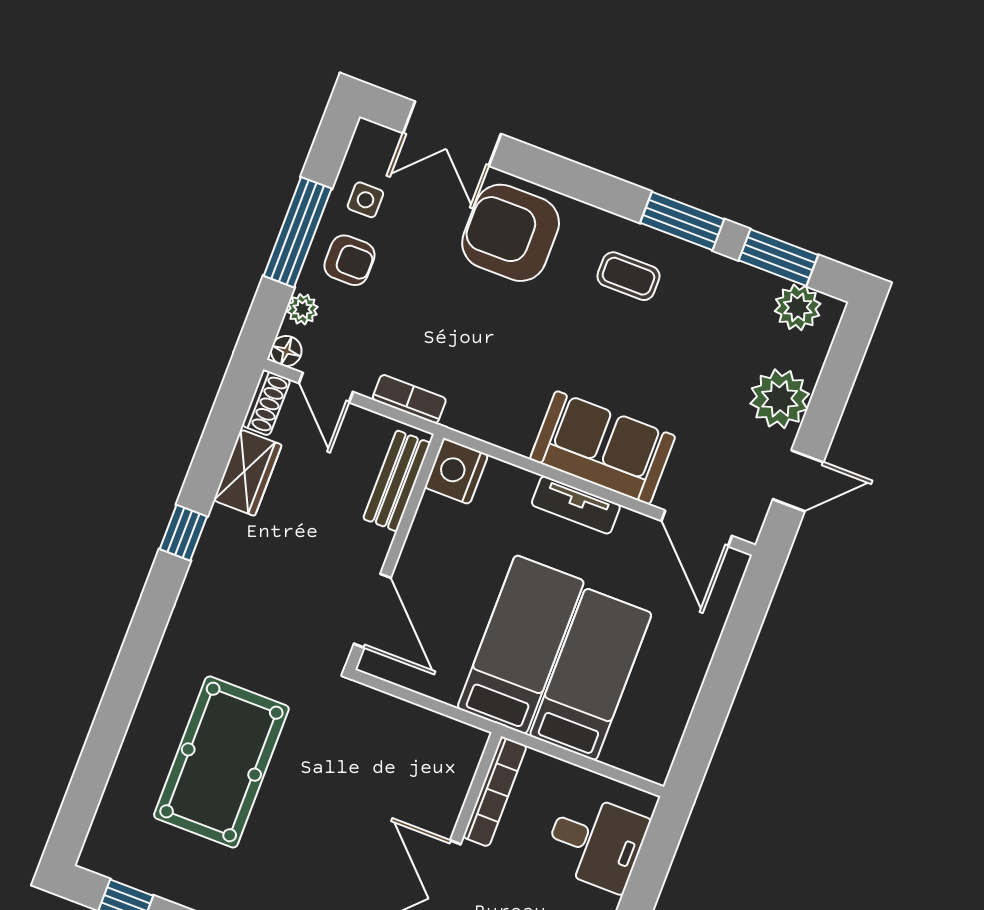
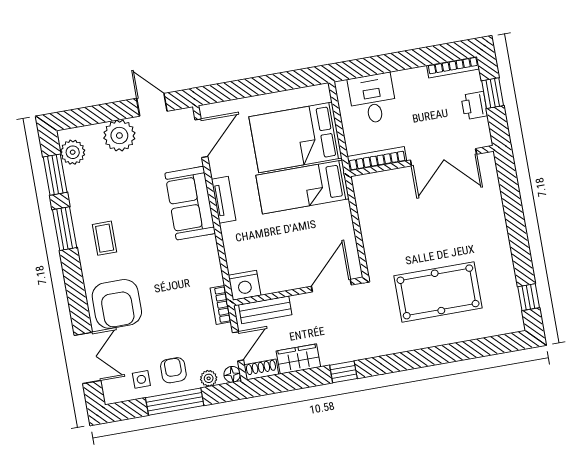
nightstand: (456, 471) -> (245, 285), moved
bench: (397, 481) -> (265, 310), moved
wall: (395, 552) -> (298, 291), moved
door: (372, 611) -> (331, 286), moved
bed: (591, 674) -> (295, 137), width x1.50

